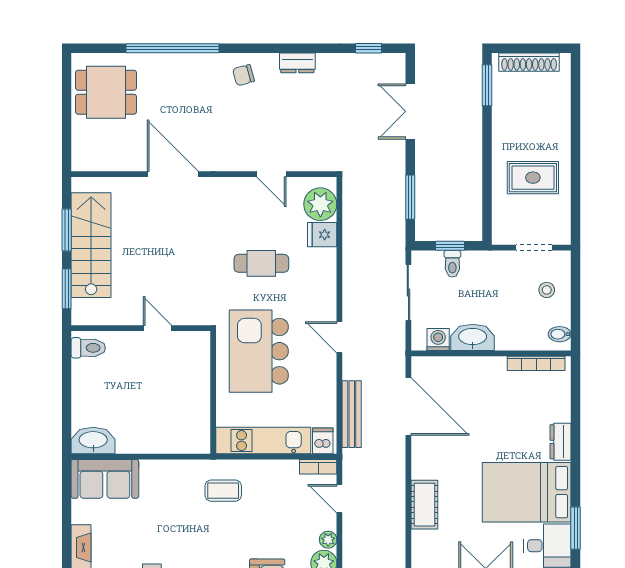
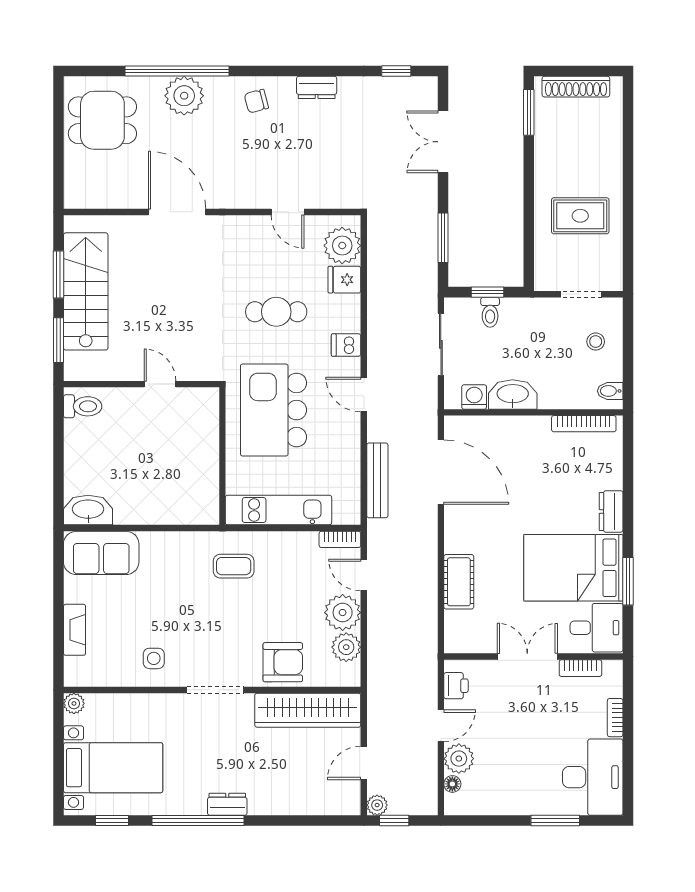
plant: (179, 70) -> (184, 96), added
dishwasher: (323, 441) -> (346, 345), moved, turned -90
window: (576, 528) -> (628, 581), moved
plant: (328, 540) -> (343, 613), width x1.88, depth x1.88

